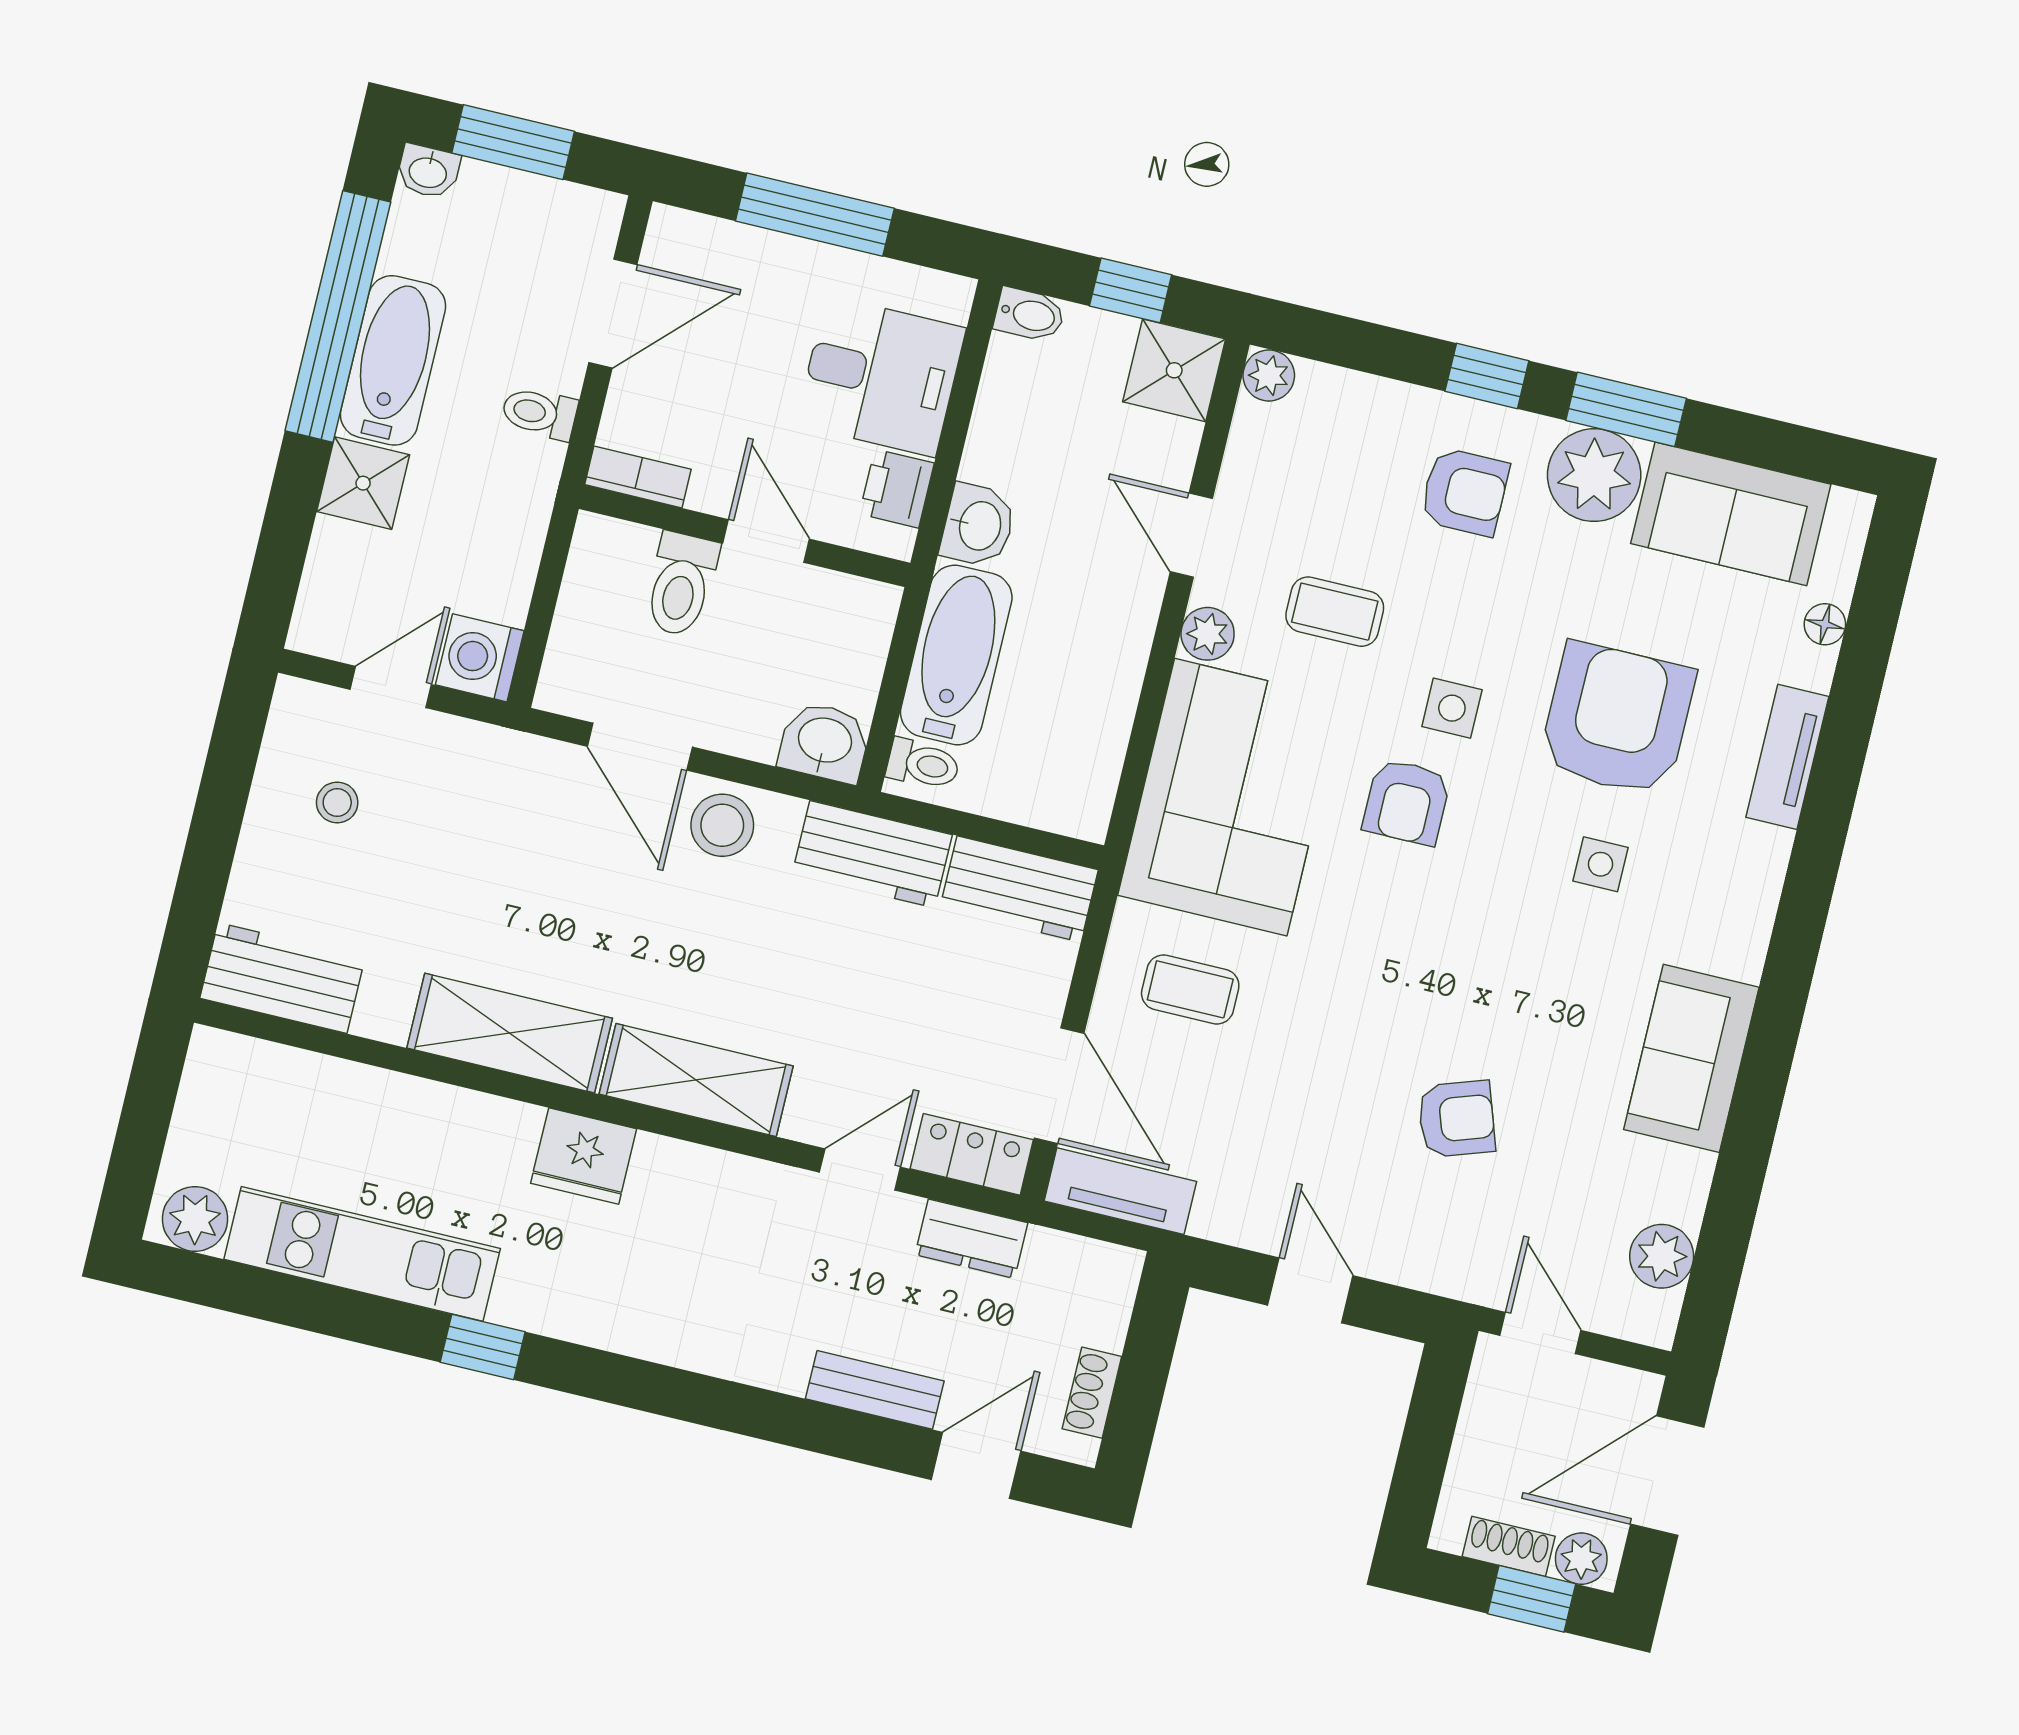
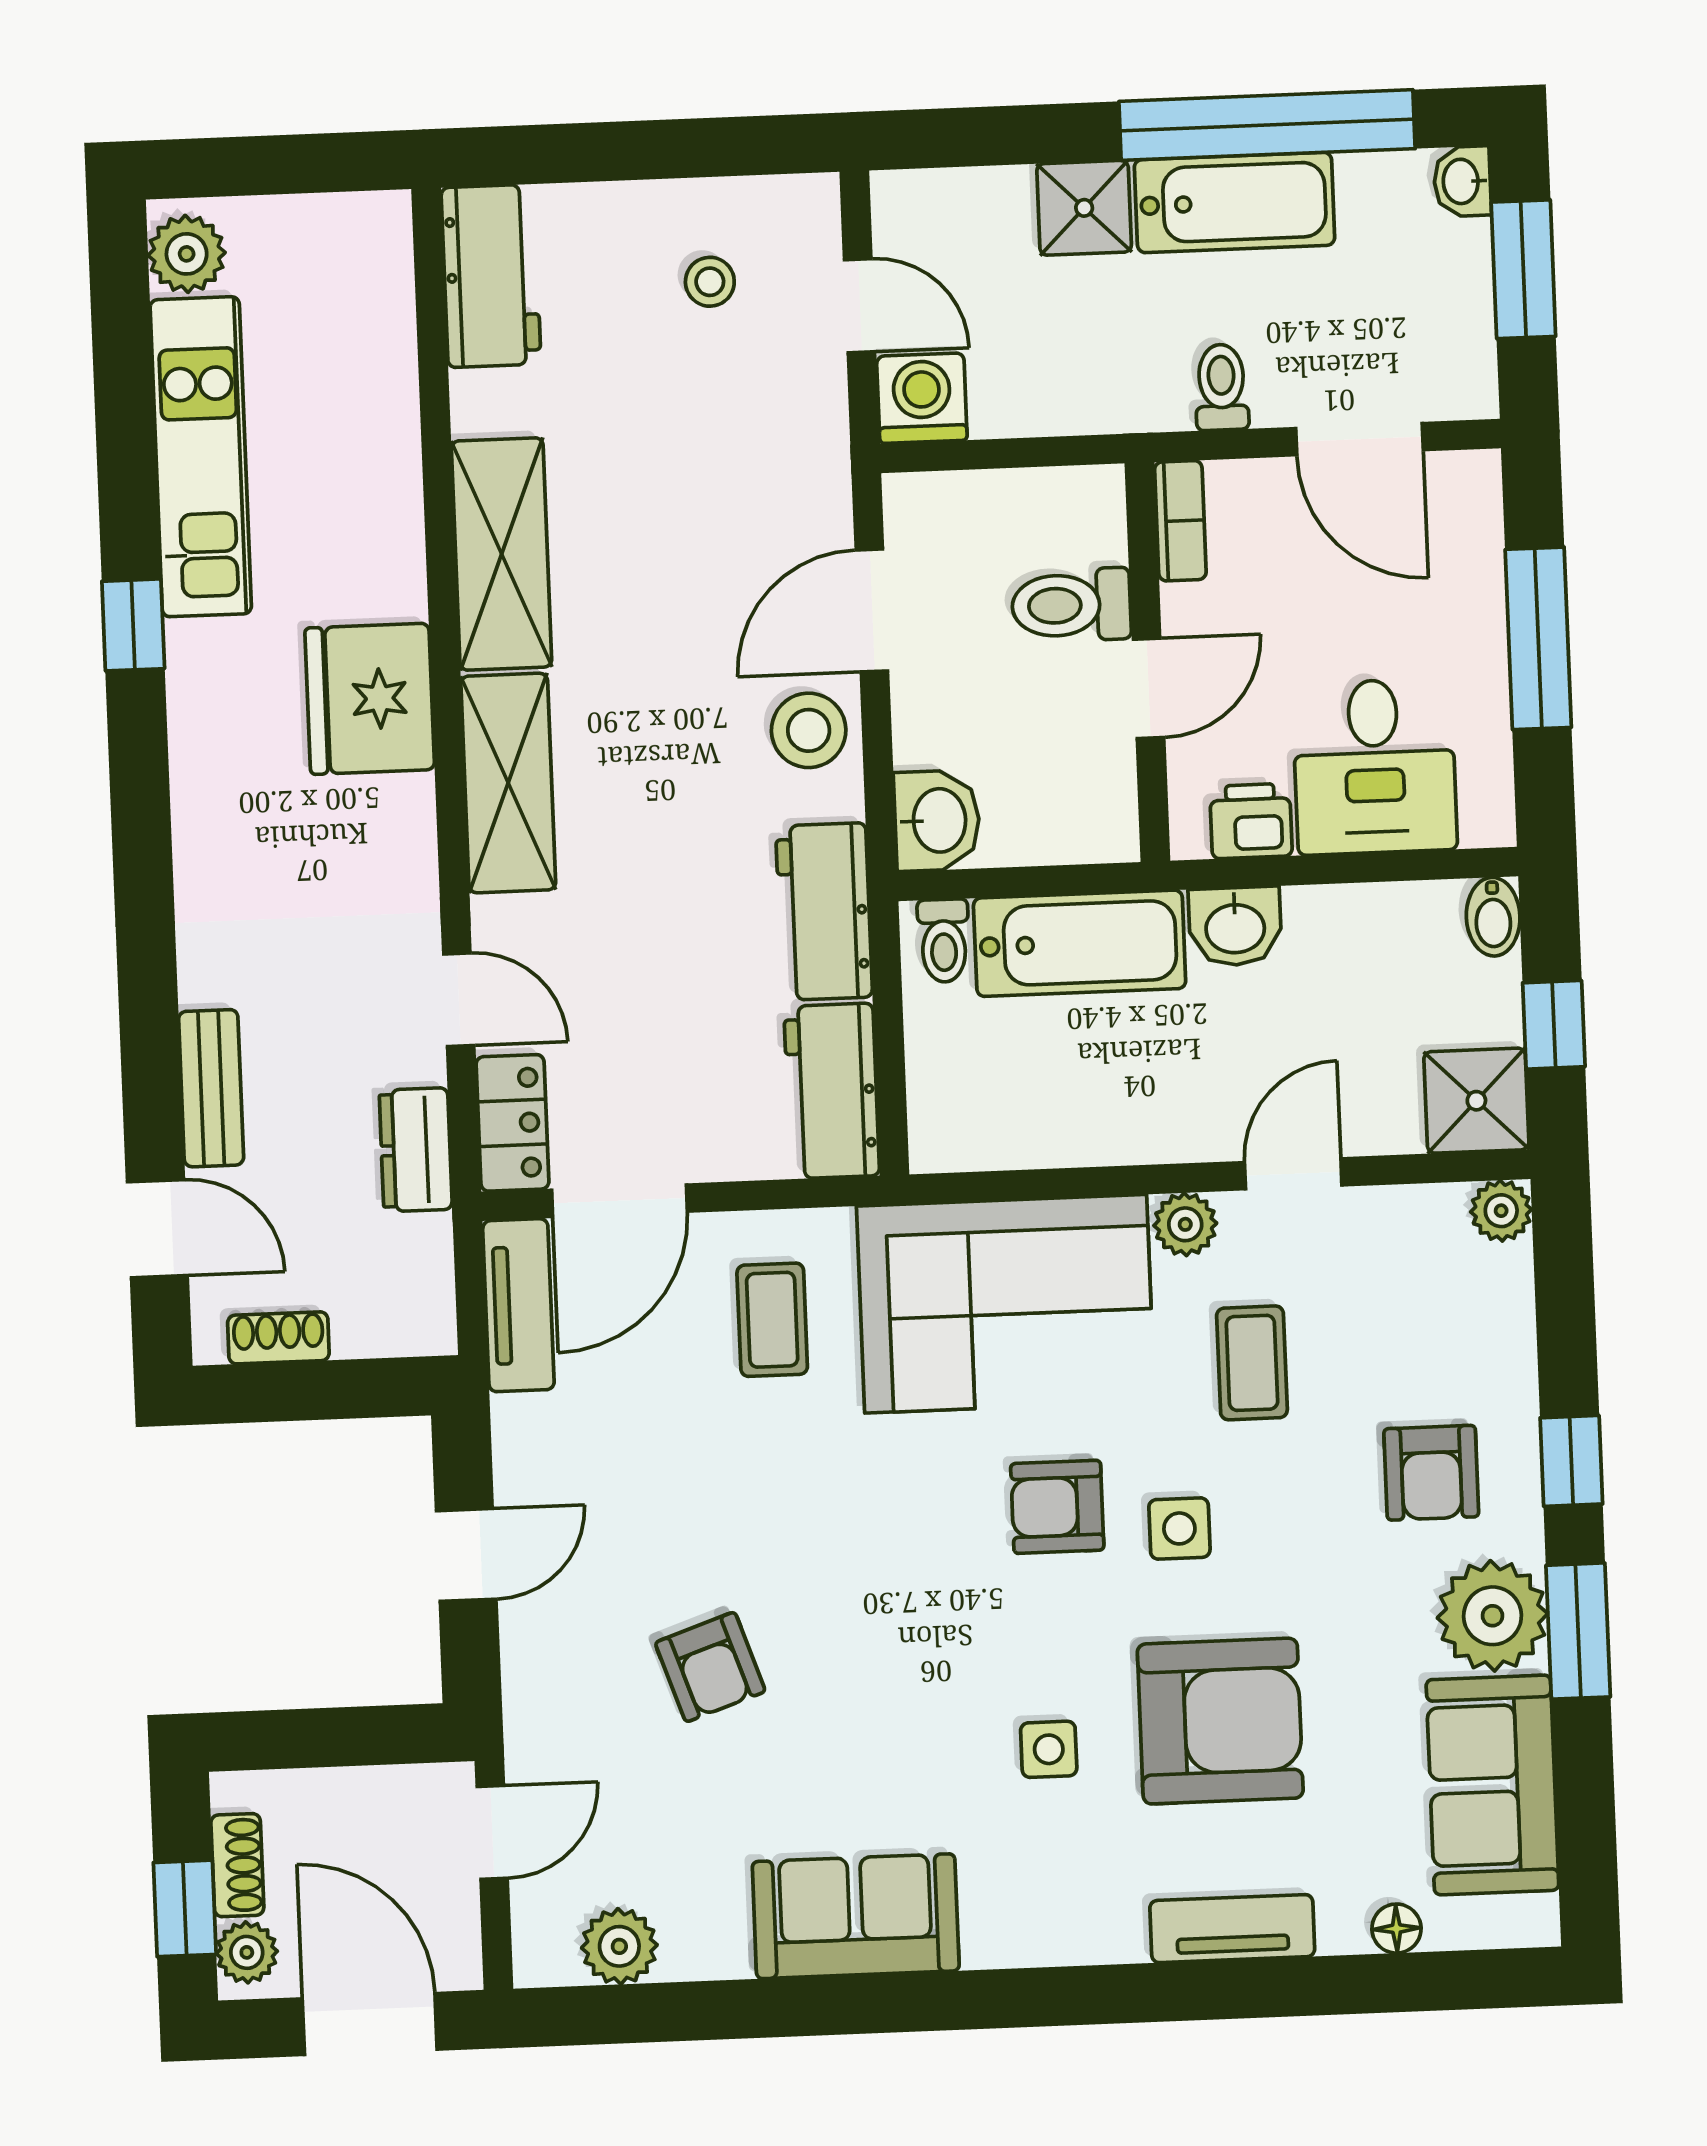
fridge: (584, 1156) -> (370, 699), width x1.36, depth x1.34

